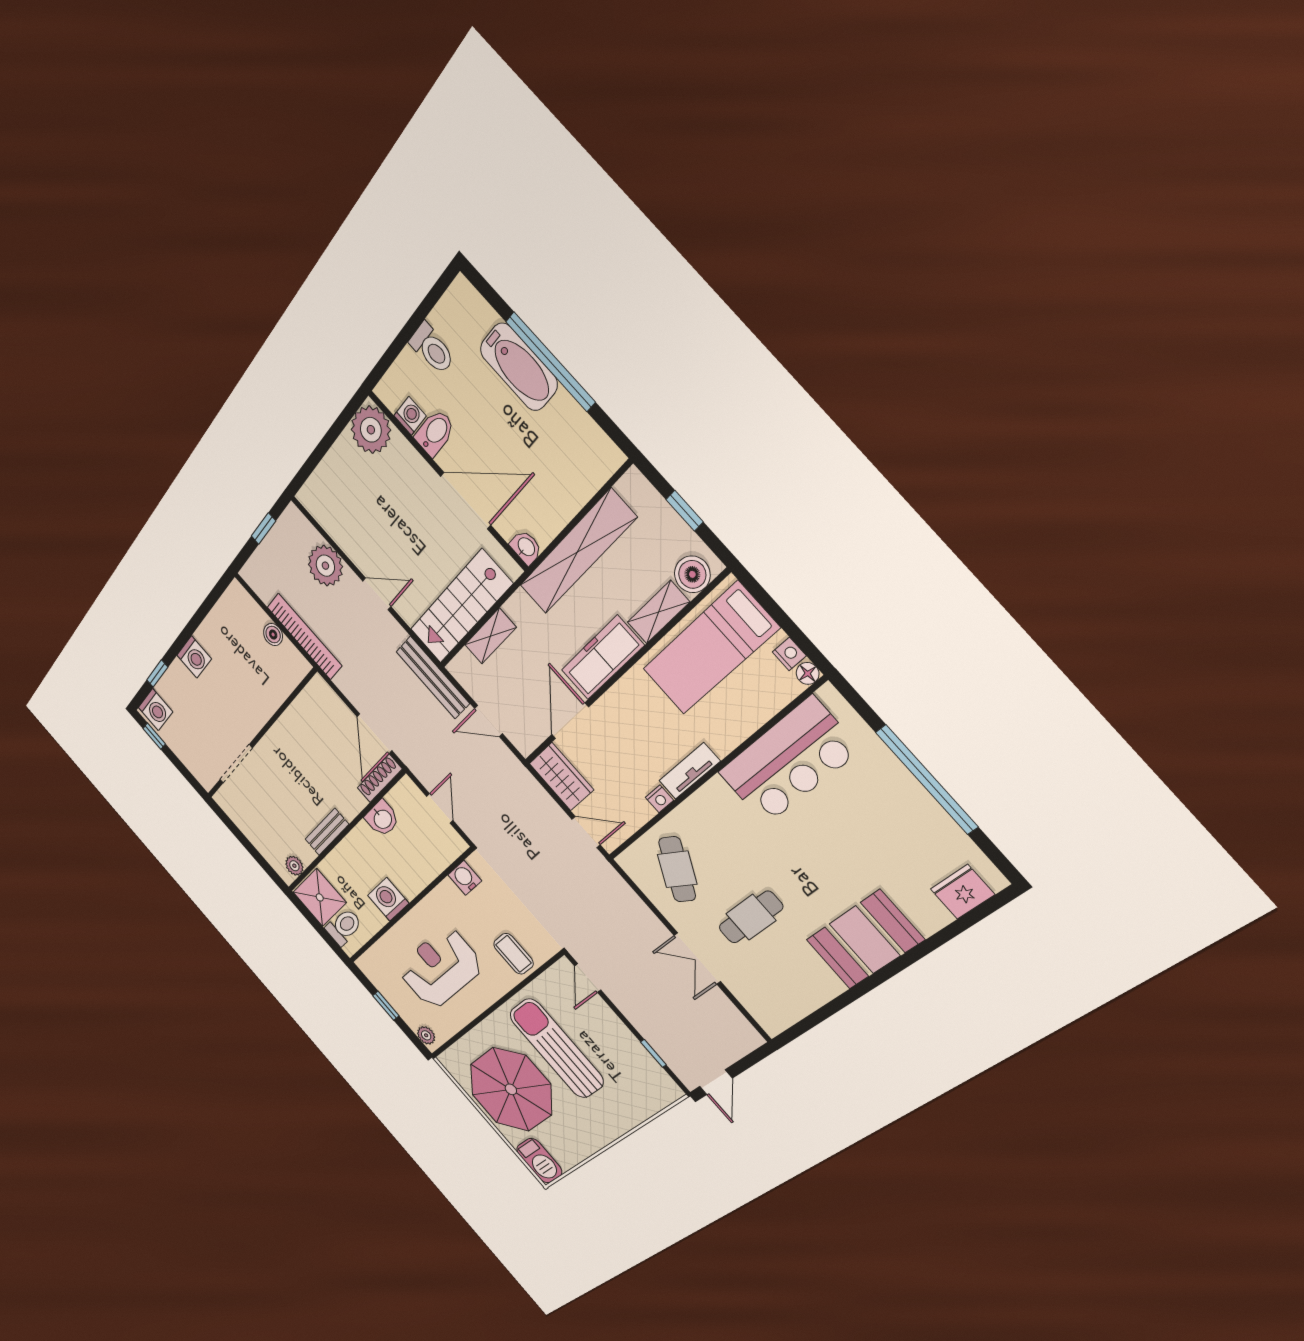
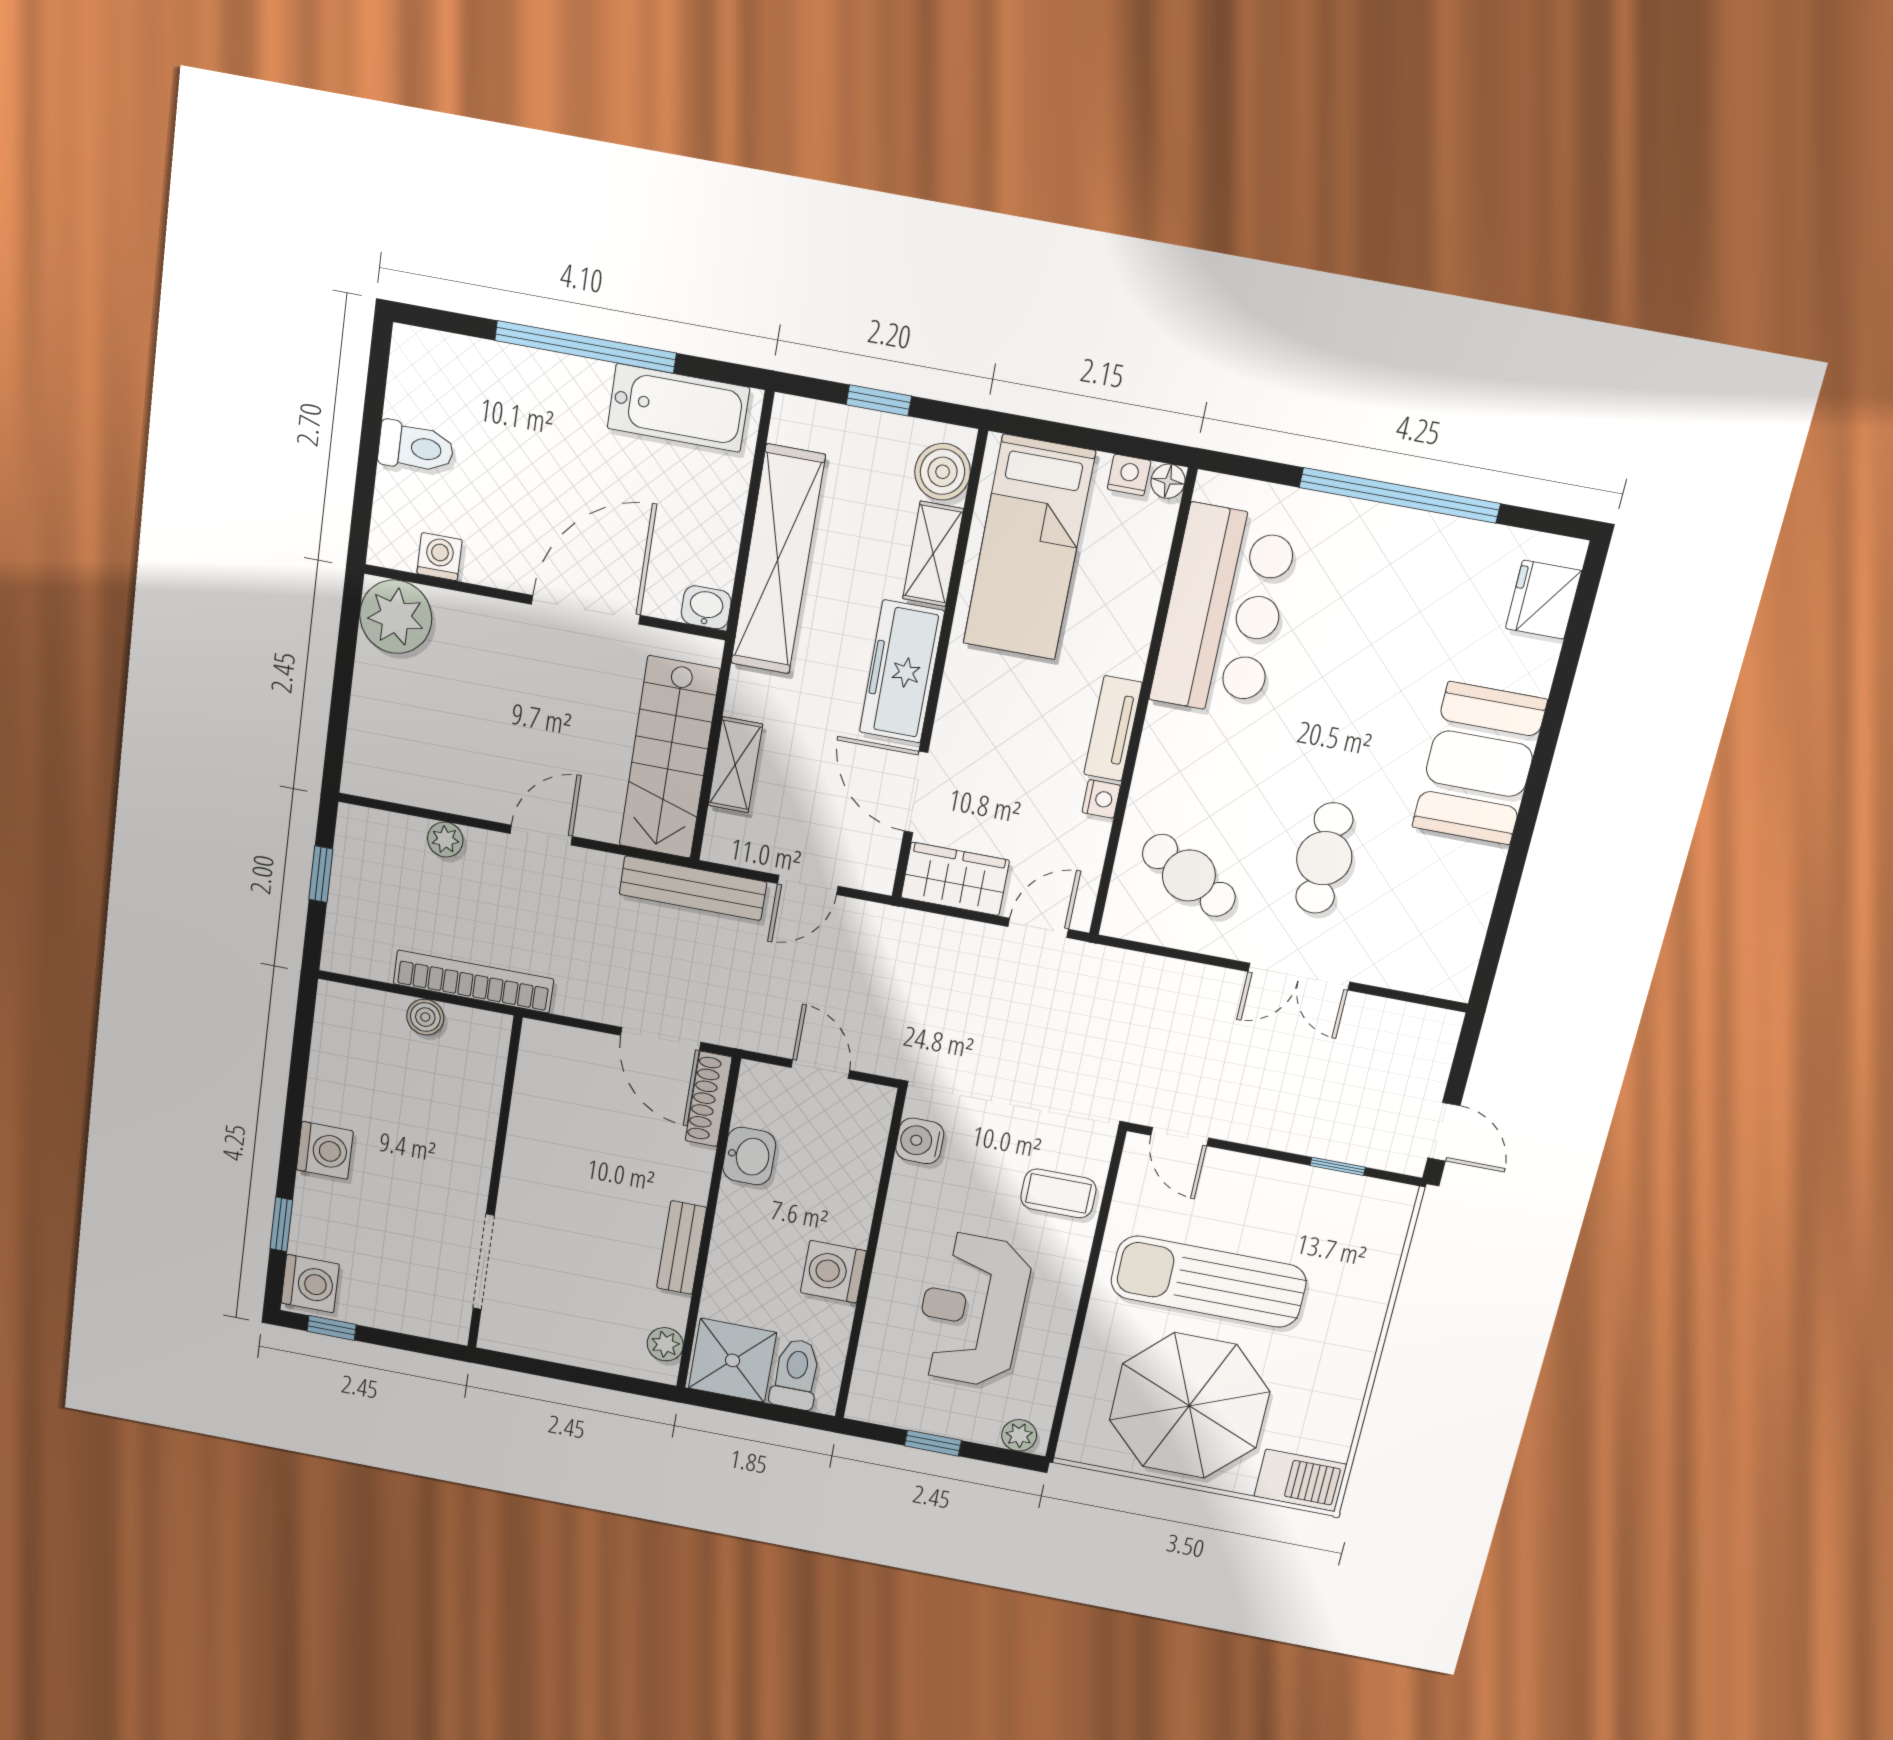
bathtub: (519, 367) -> (678, 408), moved
bidet: (435, 433) -> (488, 553), removed
plant: (325, 566) -> (445, 840), width x0.53, depth x0.53

